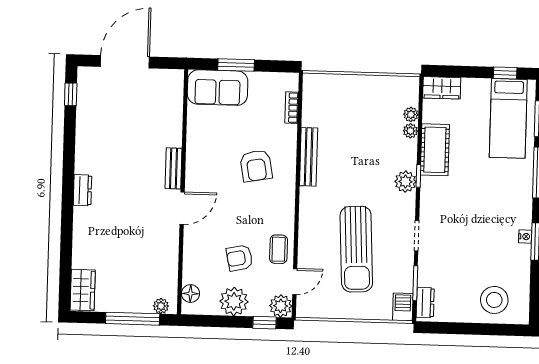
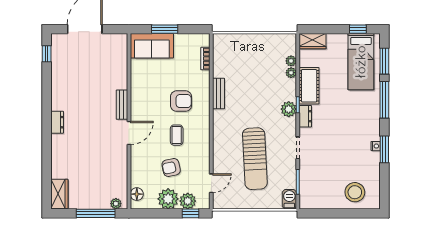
bench: (309, 157) -> (219, 93), width x0.73
armchair: (256, 166) -> (181, 101), turned -80
coffee table: (279, 249) -> (177, 135), moved
dresser: (425, 303) -> (305, 116), moved
plant: (281, 306) -> (188, 201), moved

